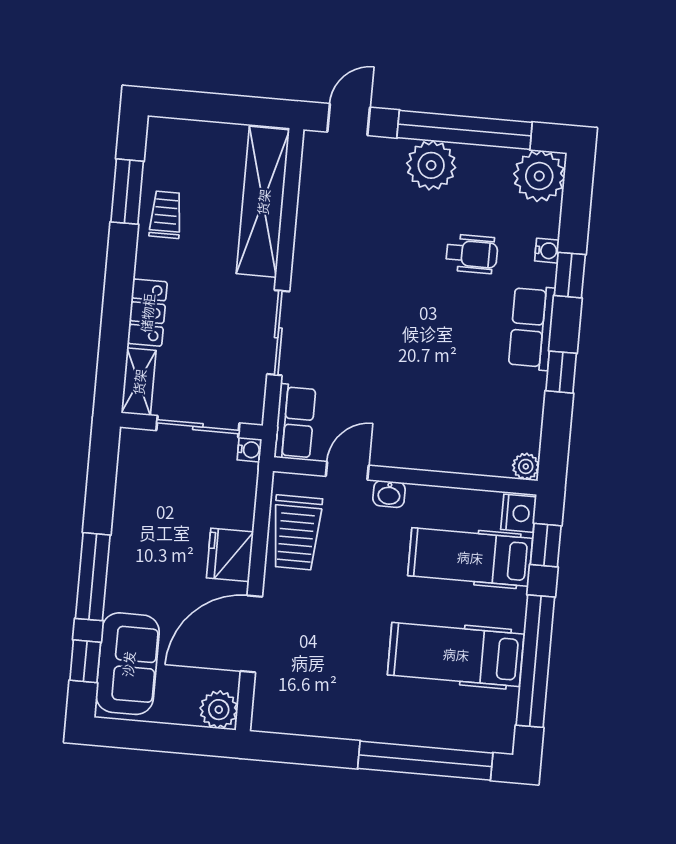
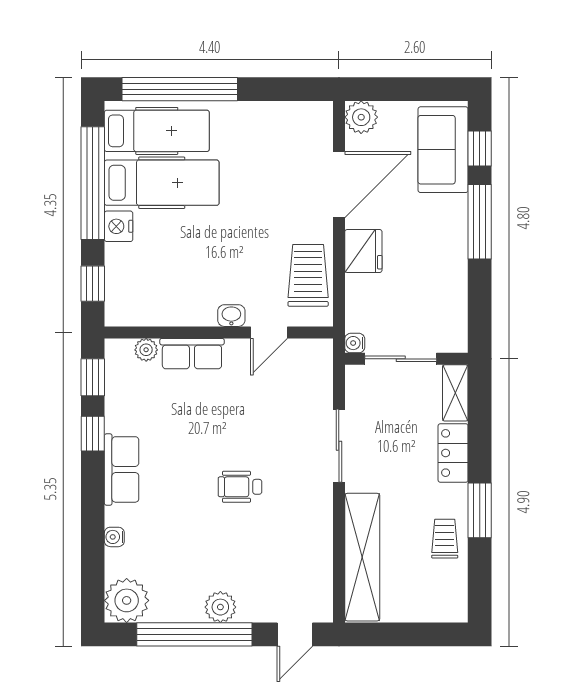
plant: (431, 165) -> (220, 607), width x0.73, depth x0.73
window: (127, 192) -> (480, 510), moved
trolley: (166, 215) -> (445, 539), turned 180
wheelchair: (472, 254) -> (240, 487), moved
window: (570, 275) -> (93, 377), moved
row of seats: (295, 422) -> (192, 354), moved, turned -90
plant: (526, 466) -> (146, 350), moved
nightstand: (518, 513) -> (119, 226), moved
hospital bed: (470, 557) -> (157, 131), moved

